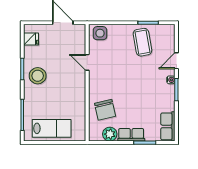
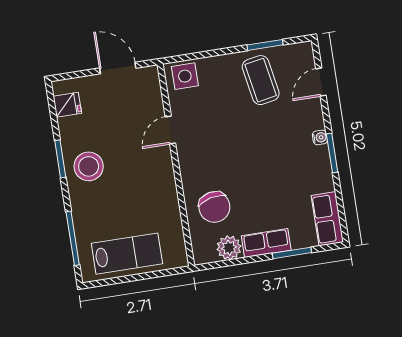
door: (176, 61) -> (321, 82), moved
door: (87, 62) -> (170, 130), hinge flipped

